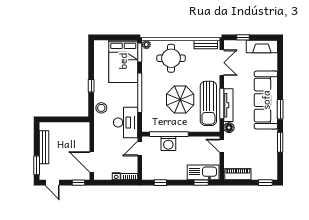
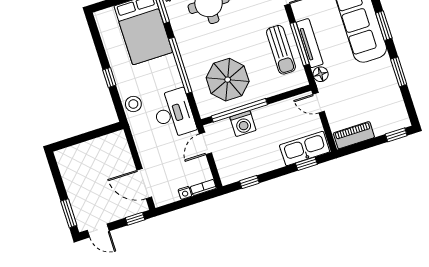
parasol: (180, 100) -> (228, 80), moved
sun lounger: (208, 103) -> (281, 50), width x0.73, depth x0.75
bench: (44, 147) -> (71, 185), removed

